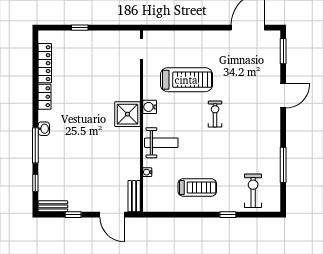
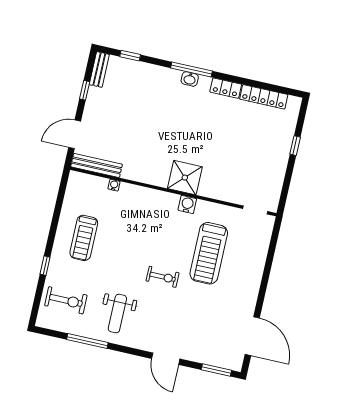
weight bench: (161, 143) -> (117, 314), moved
window: (35, 145) -> (191, 69), moved
bench: (134, 196) -> (97, 165), width x1.36

